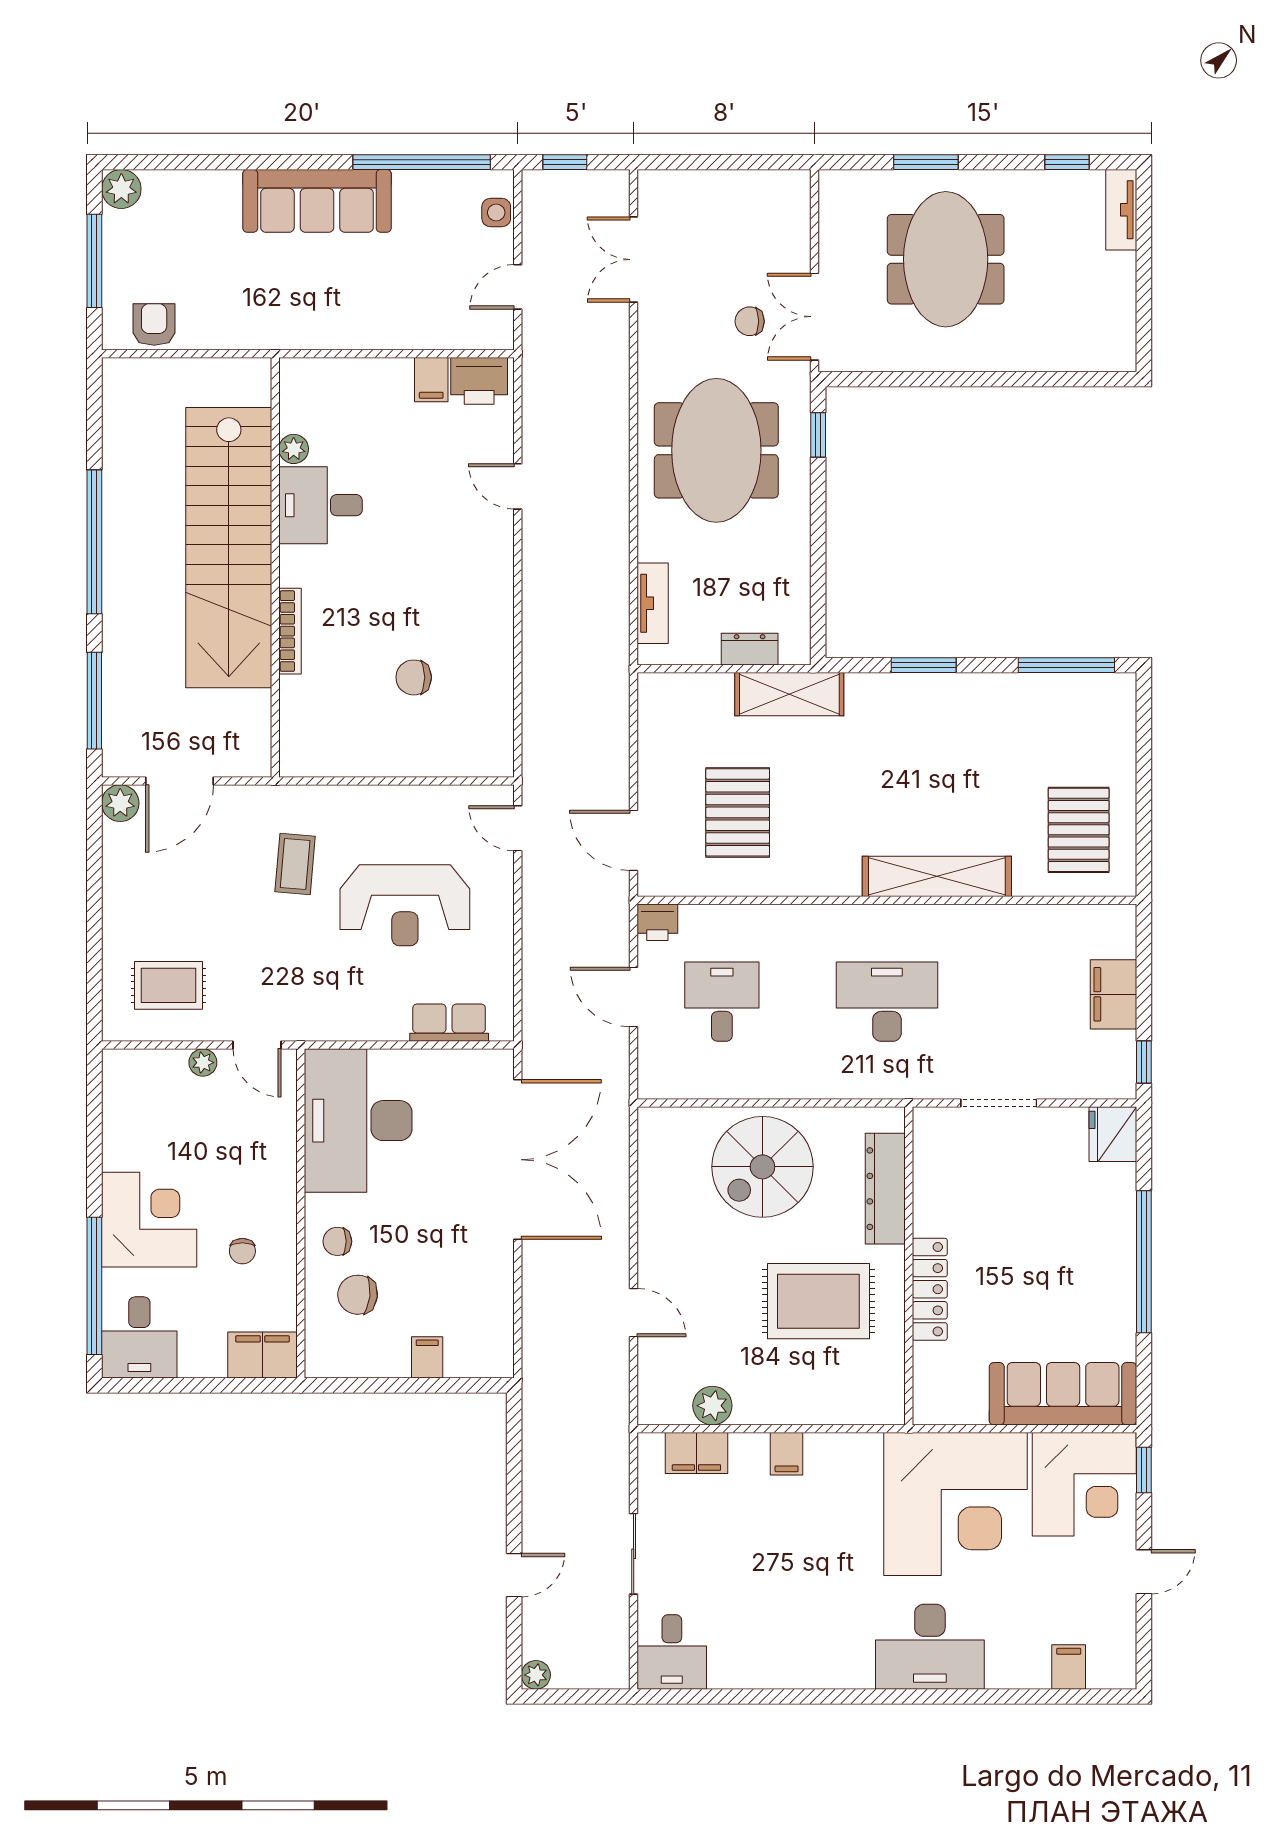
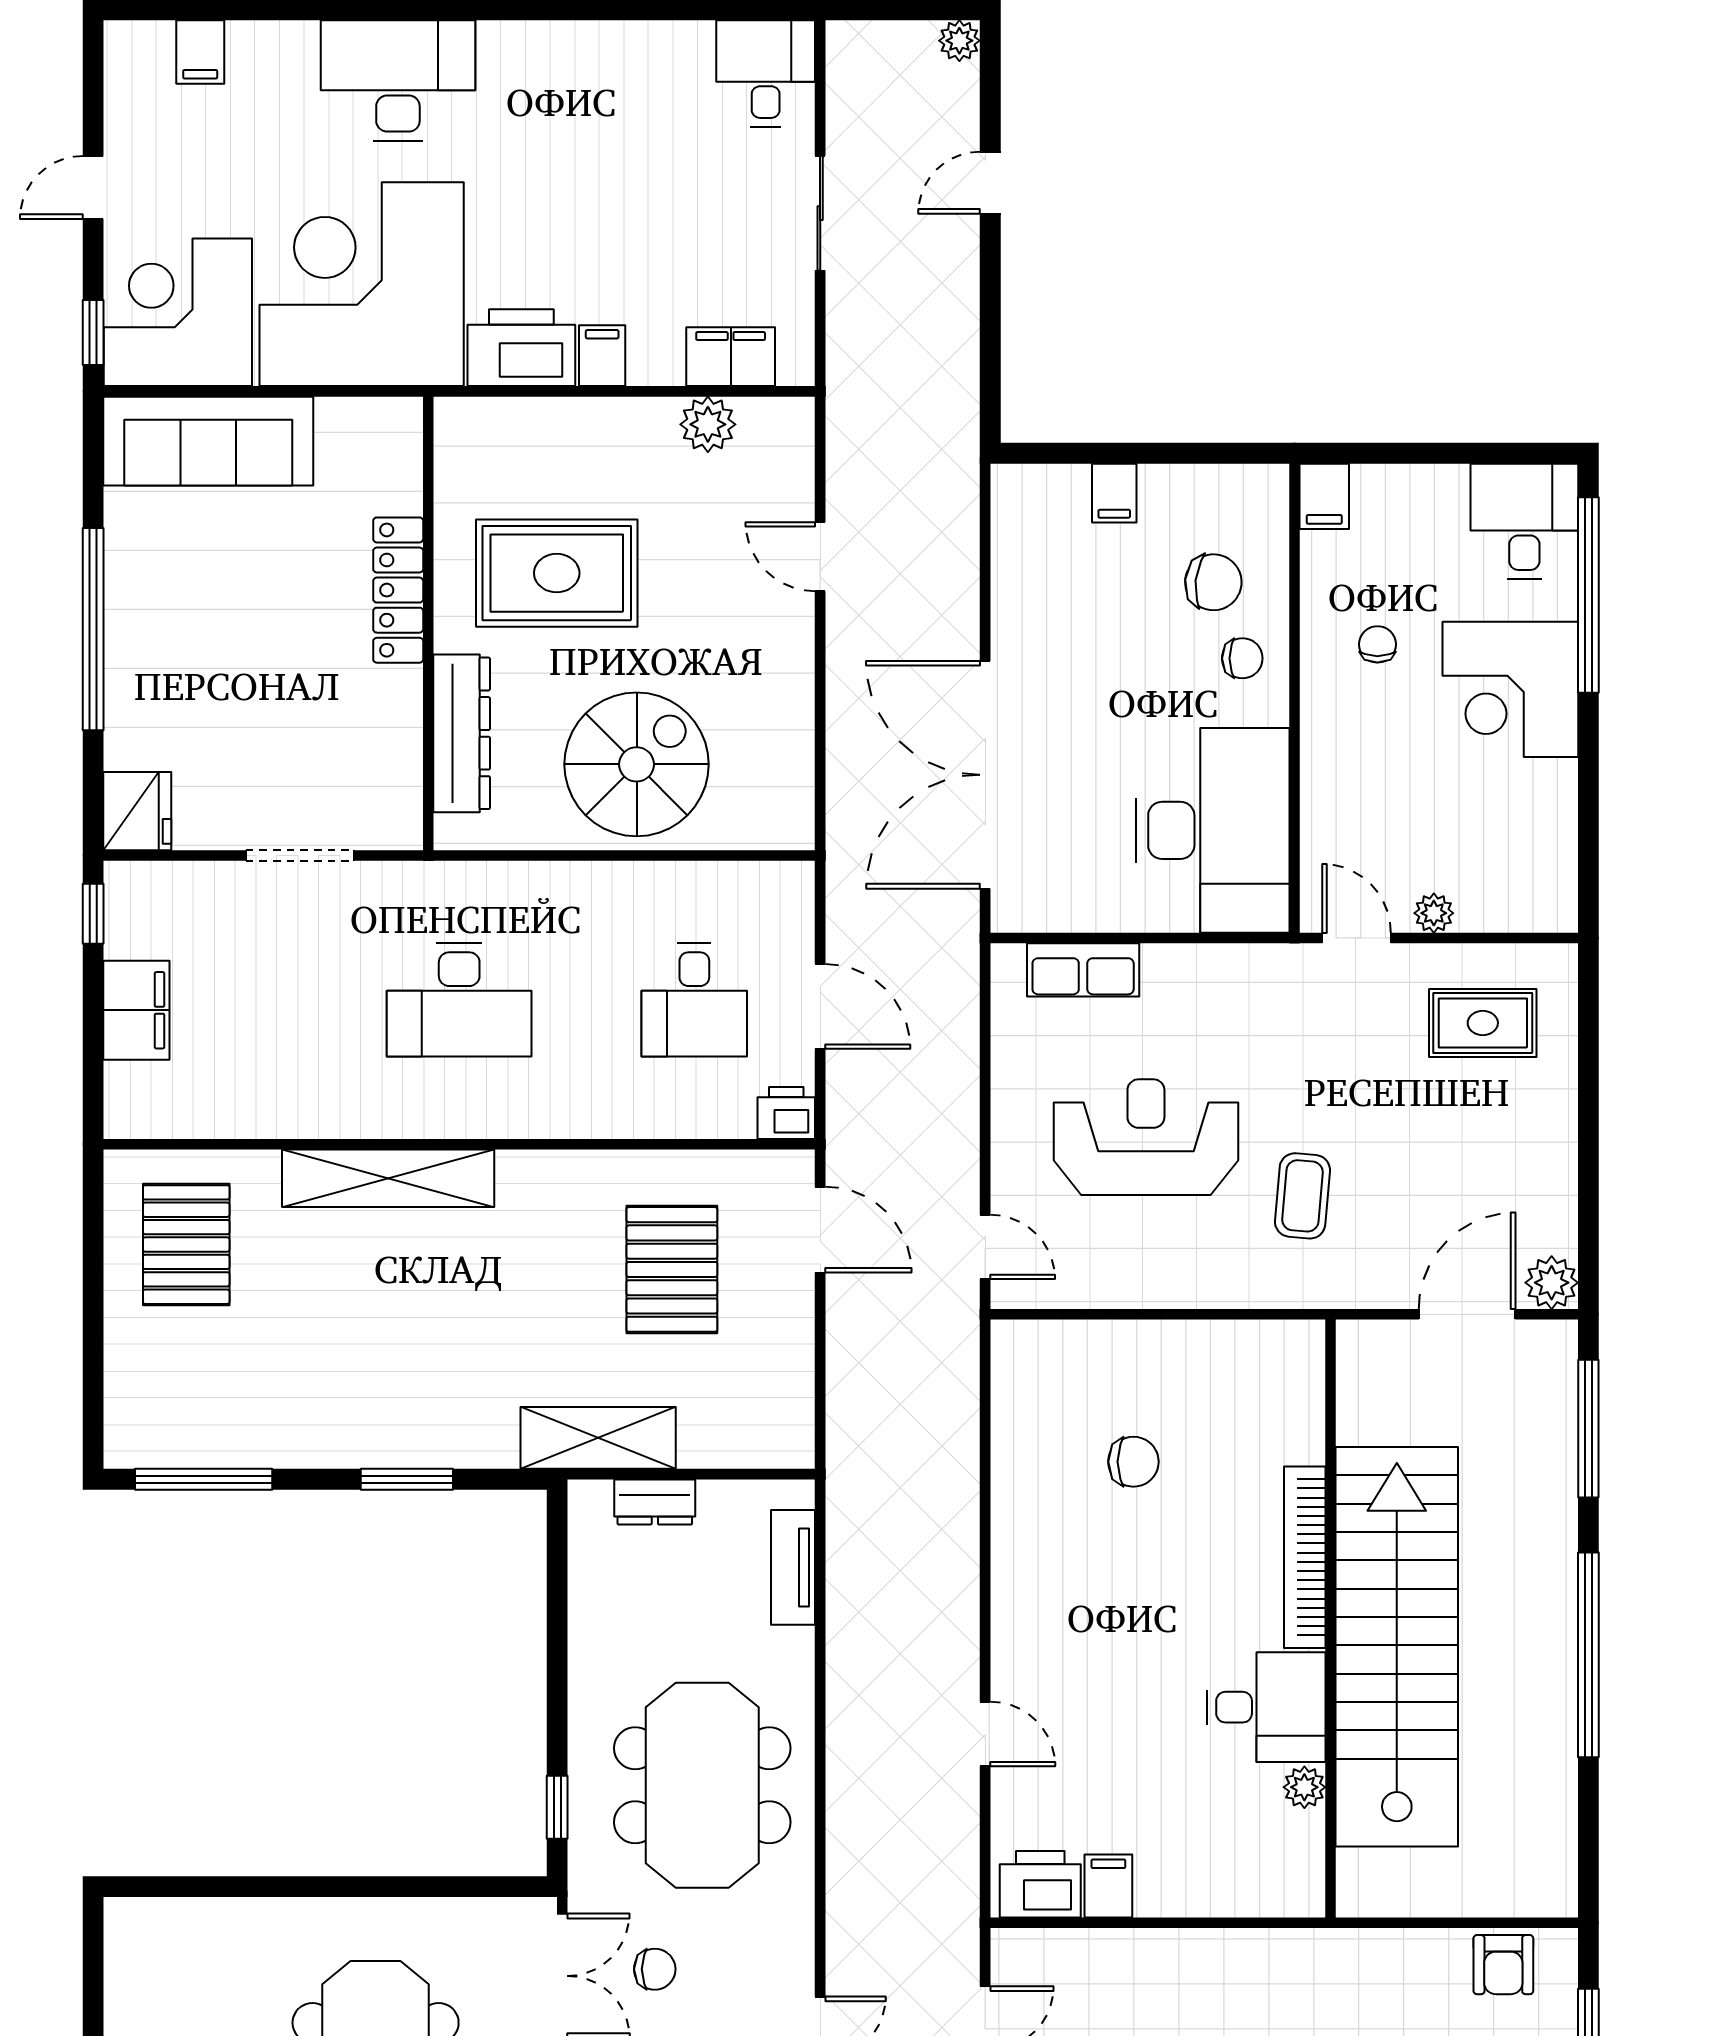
bookcase: (290, 631) -> (1305, 1557), width x1.48, depth x1.31
filing cabinet: (263, 1355) -> (1324, 496), width x0.50
printer: (843, 1459) -> (521, 348), added

